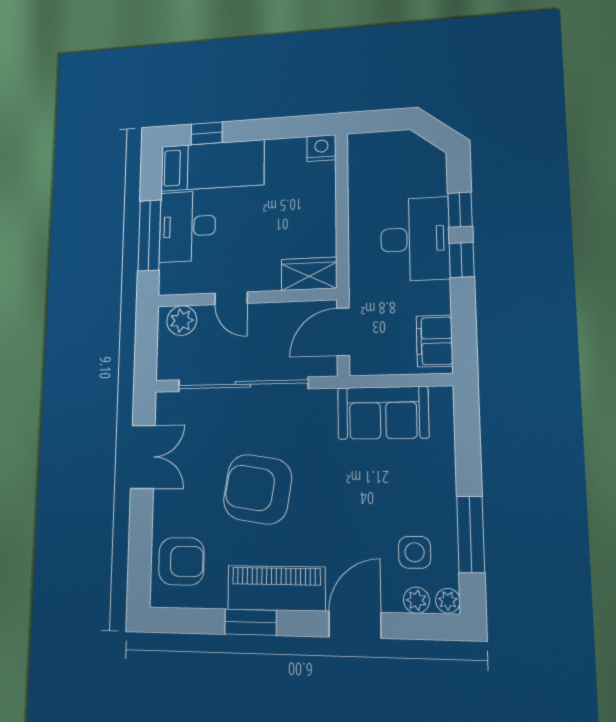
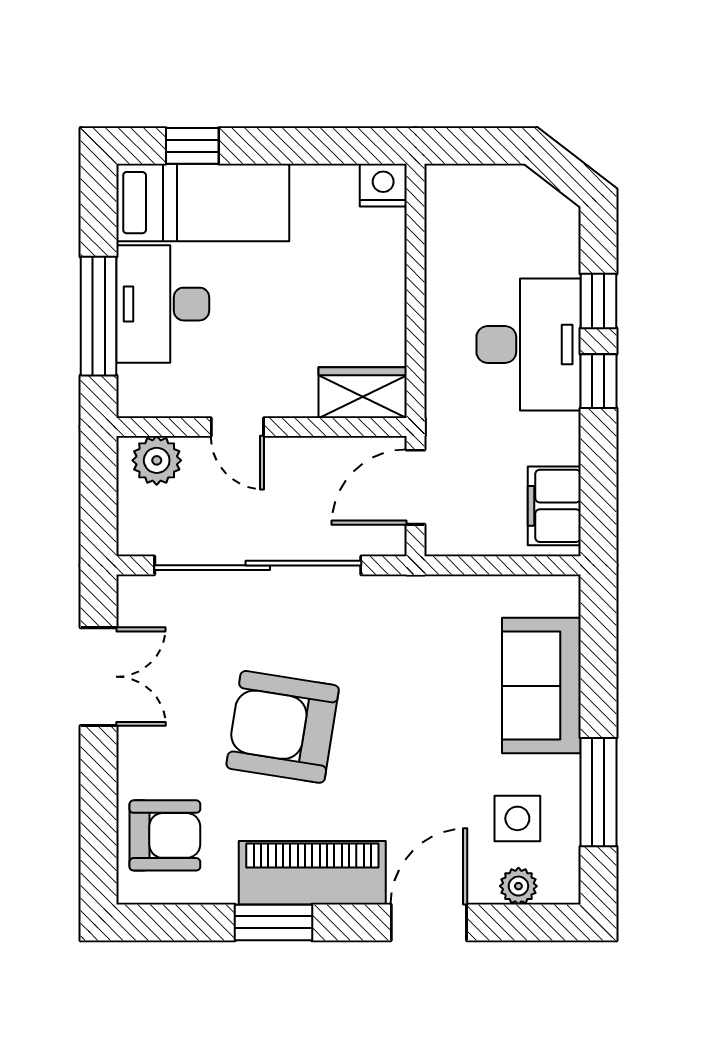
sofa: (383, 413) -> (541, 686), moved, turned 90
plant: (448, 601) -> (563, 886), removed

